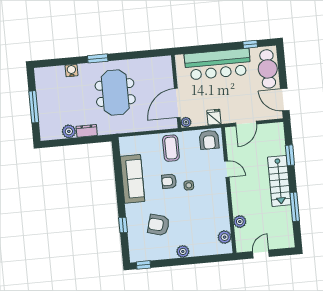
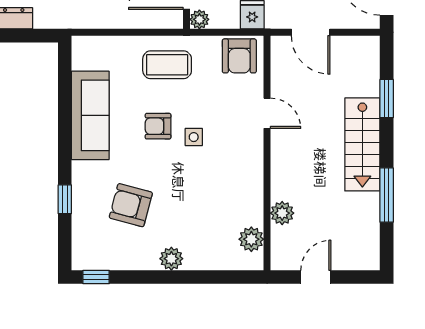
door: (246, 124) -> (311, 32), hinge flipped
coffee table: (171, 148) -> (167, 65), turned 90

